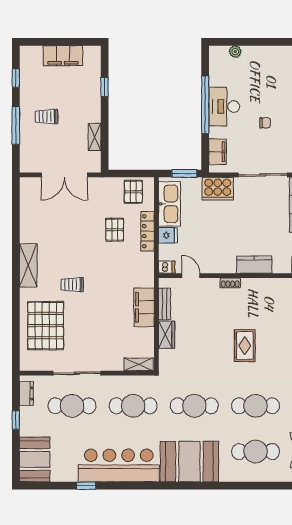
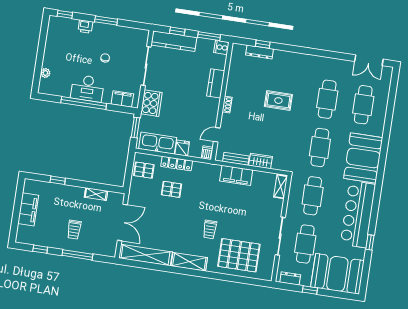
shelving: (28, 210) -> (146, 255), added
booth: (35, 459) -> (337, 274), width x1.36, depth x1.42

